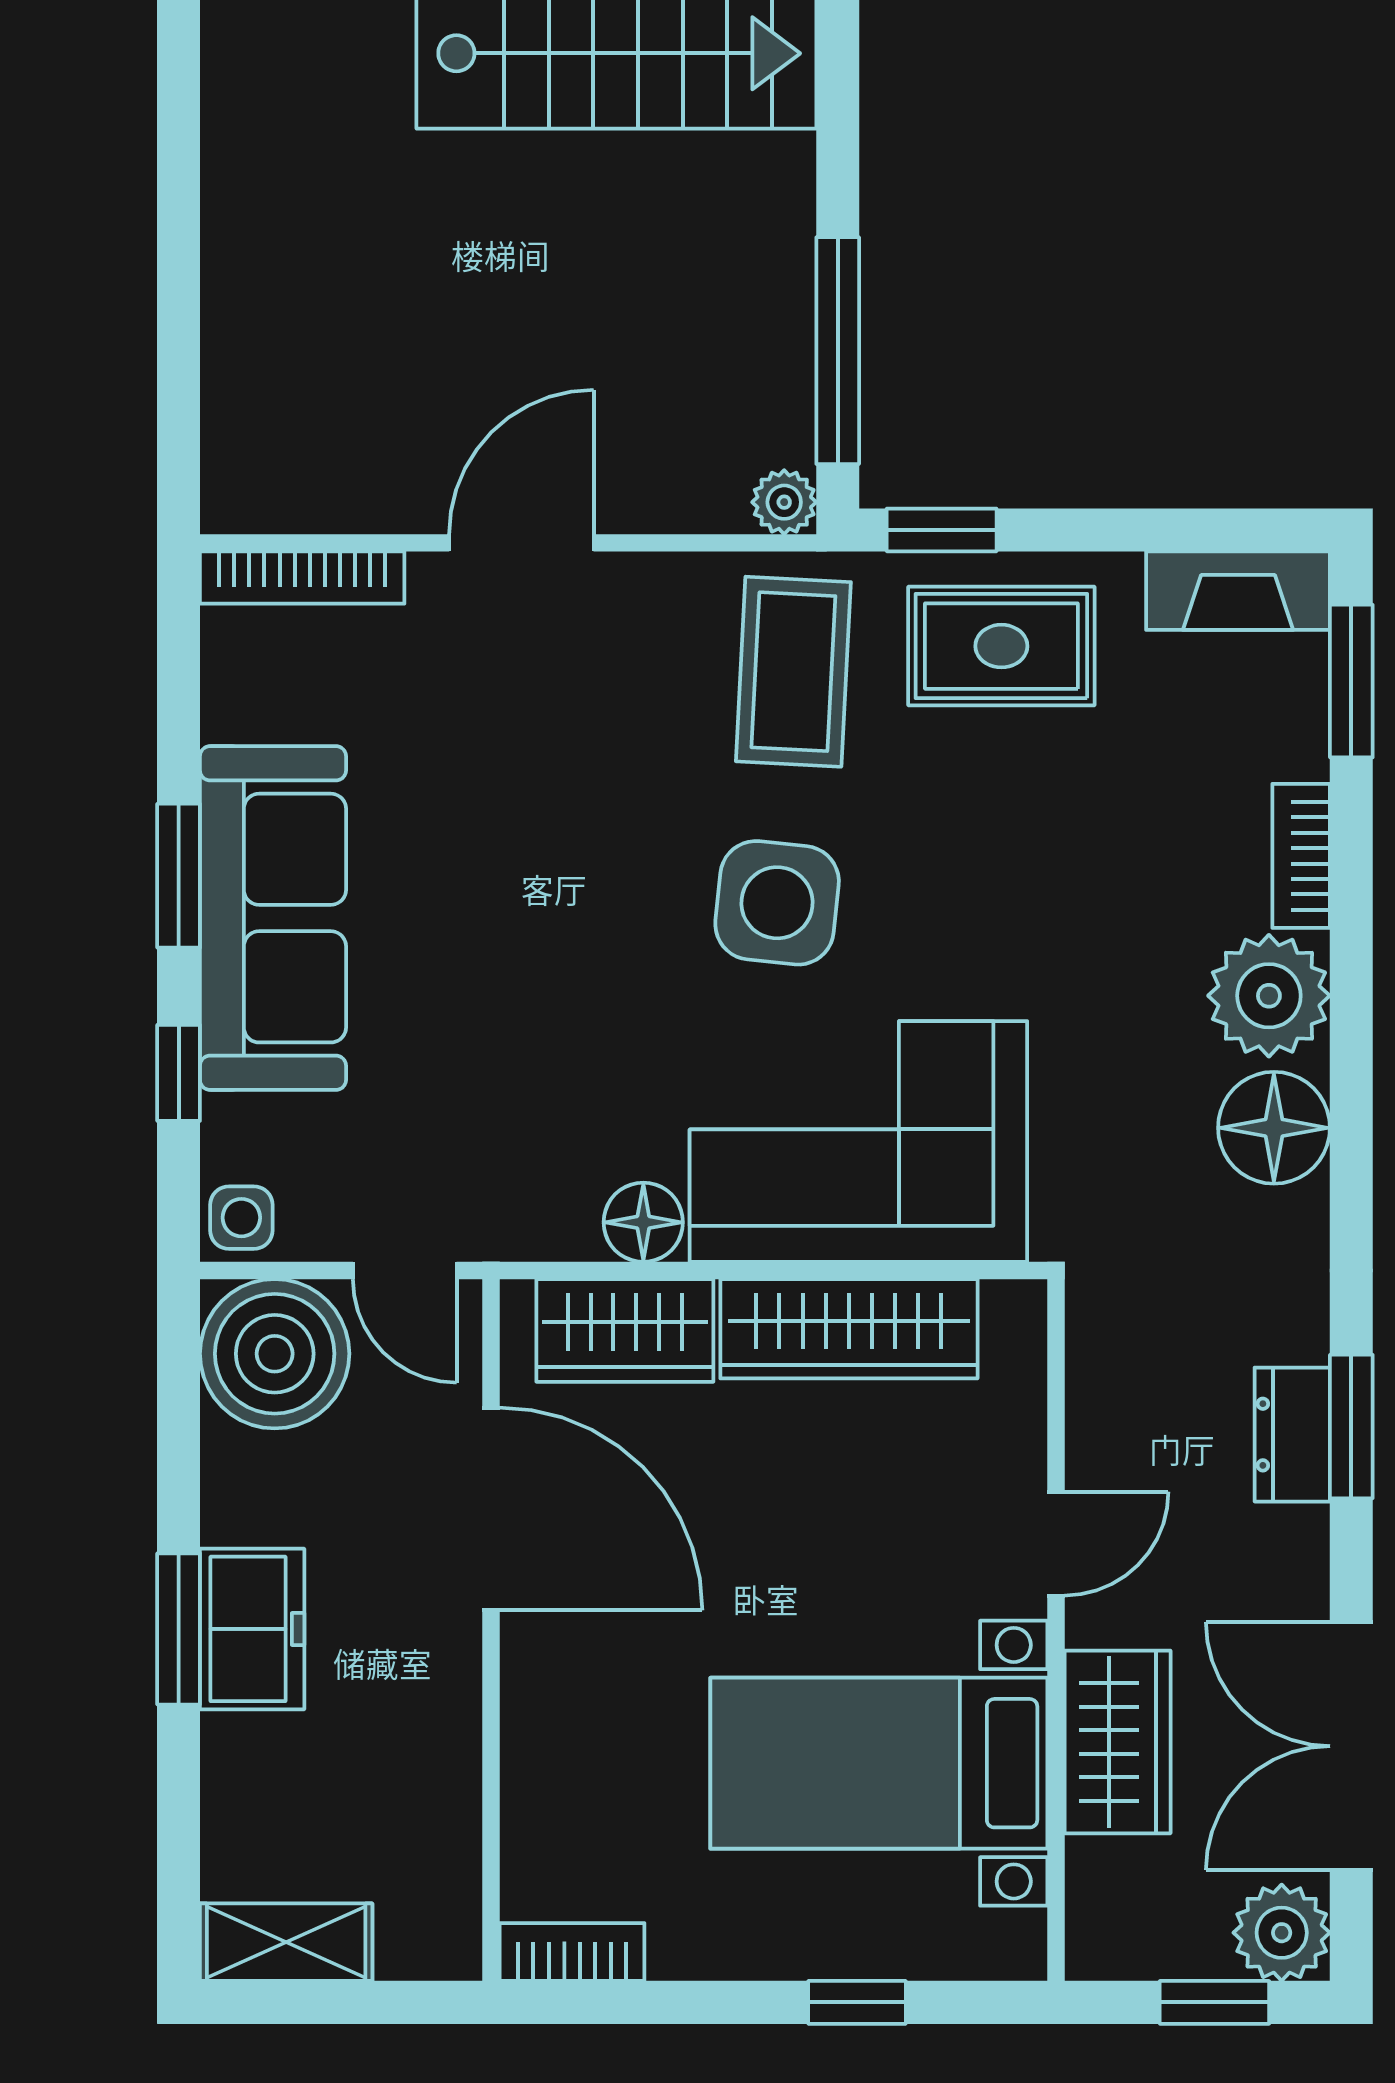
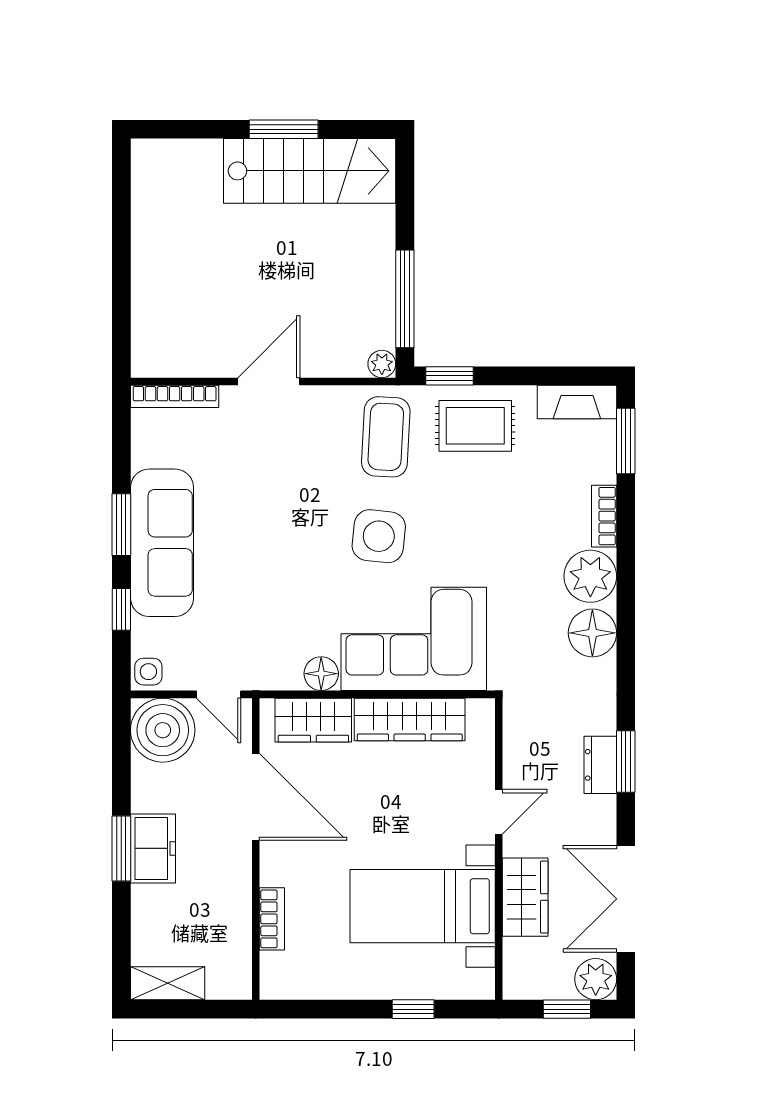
bookcase: (572, 1952) -> (272, 919), moved, turned 90

